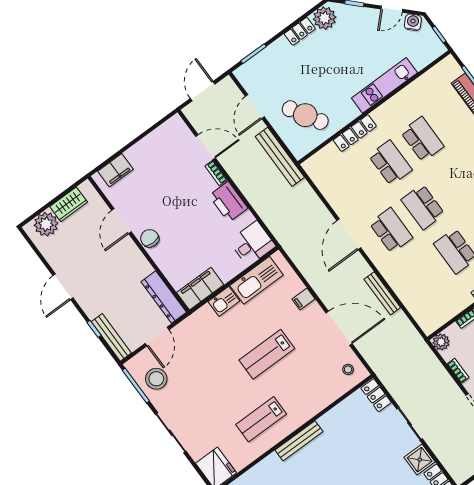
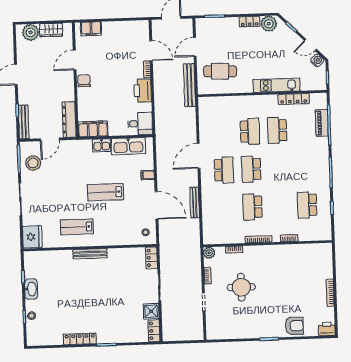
cafe table: (305, 115) -> (220, 71), turned -57
locker: (355, 133) -> (294, 99), moved
school desk: (422, 139) -> (277, 130), turned 180

